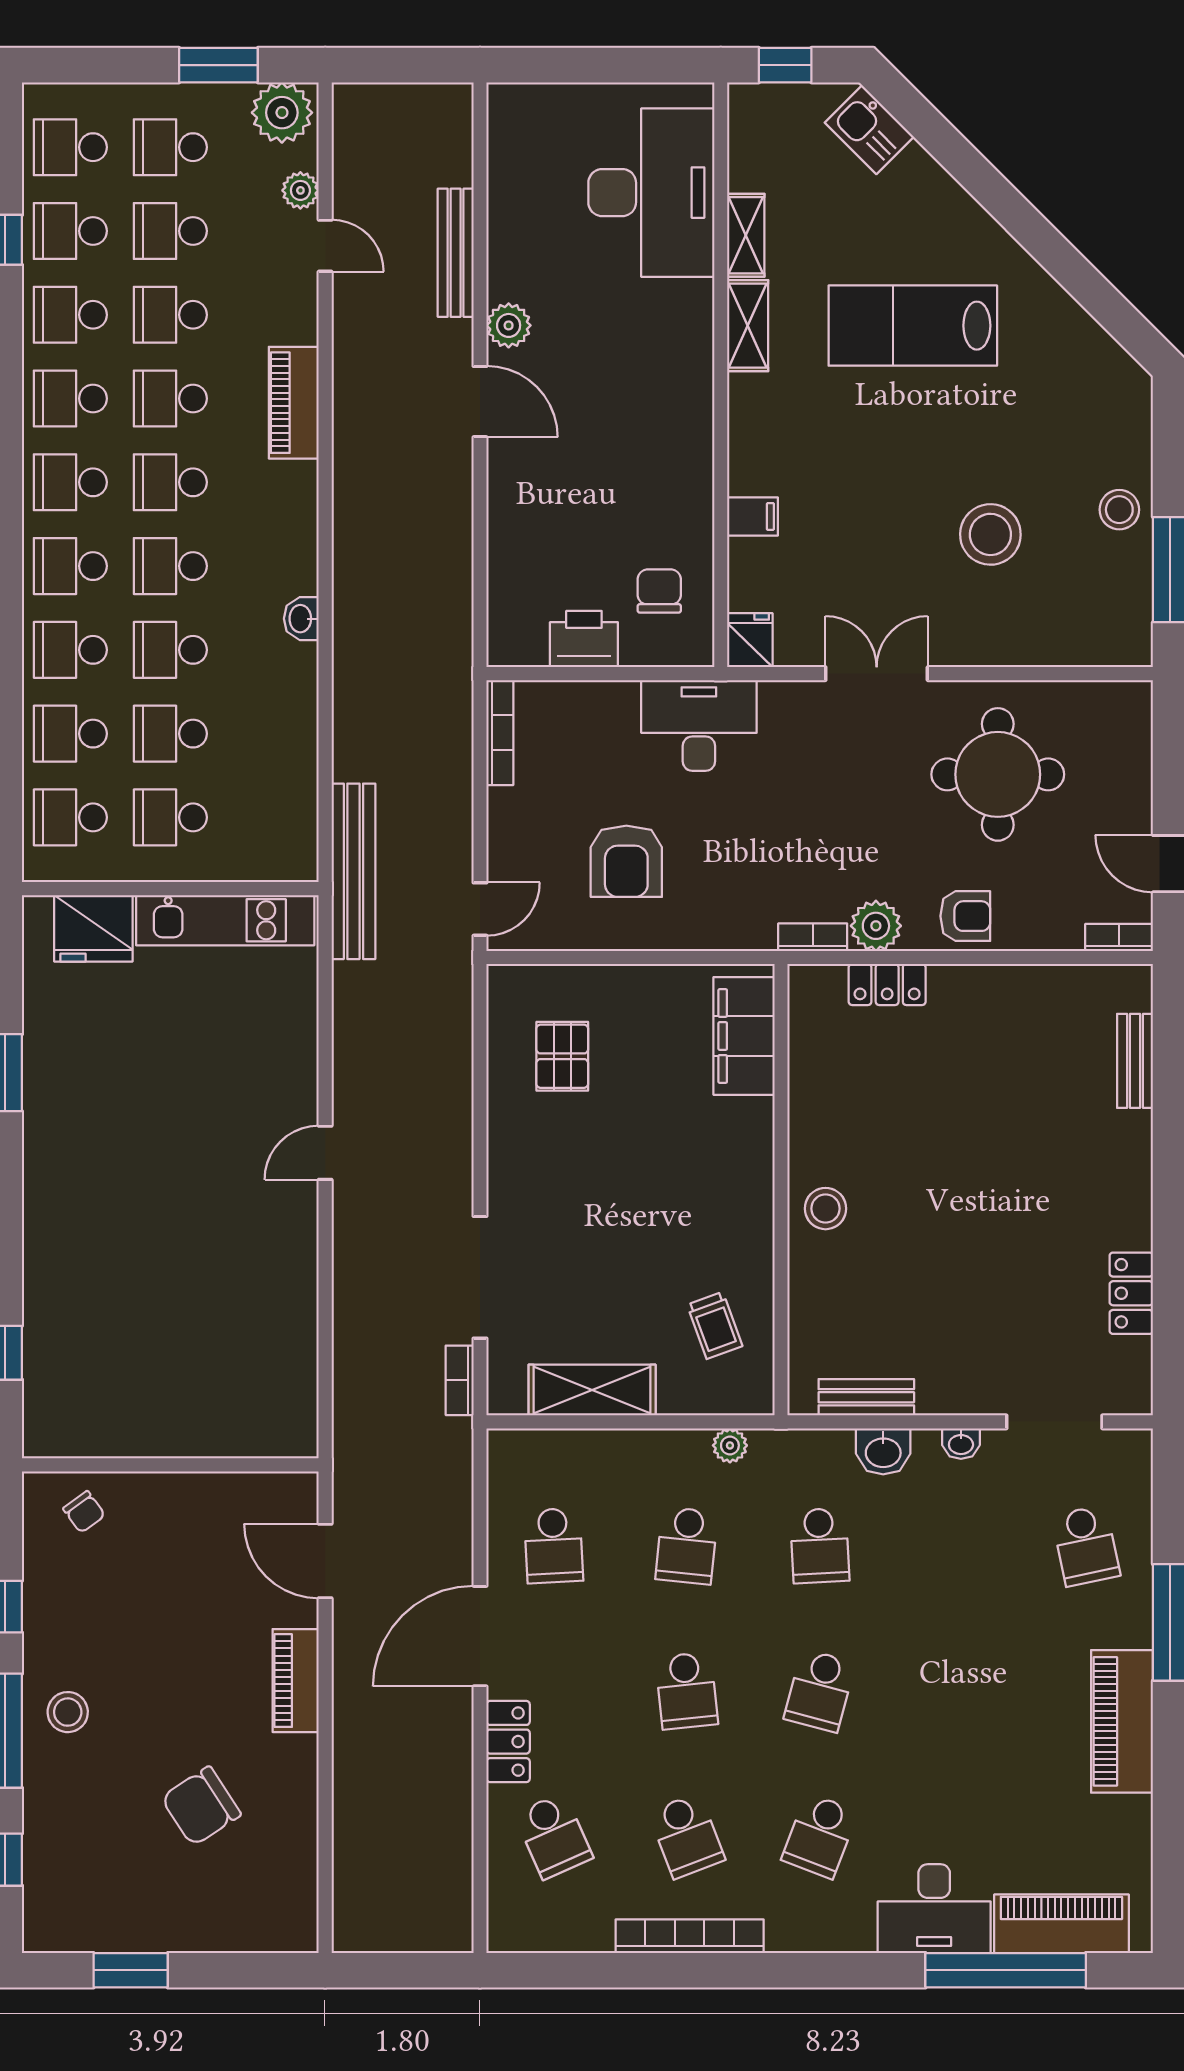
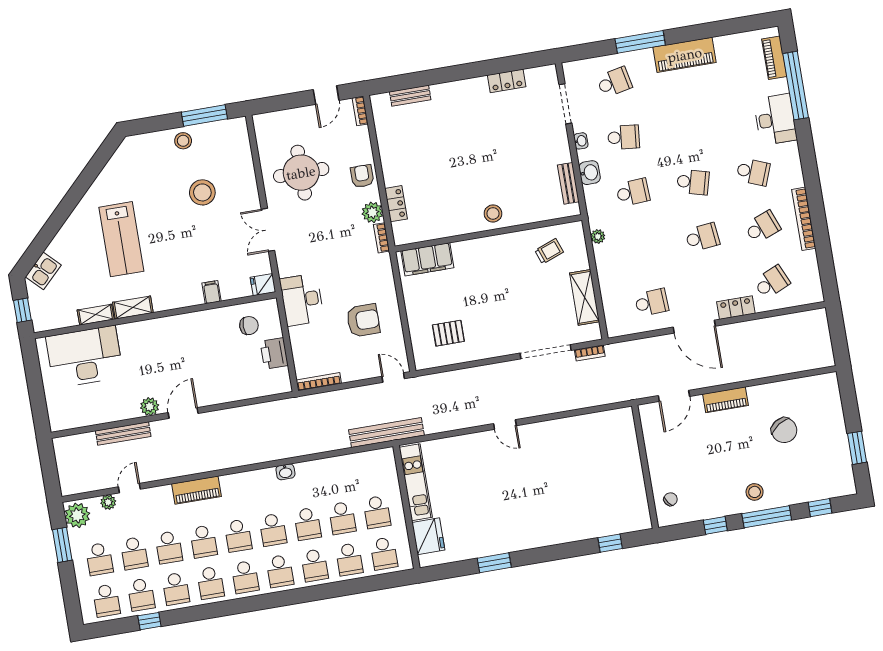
chair: (659, 591) -> (249, 326), turned 180
school desk: (687, 1546) -> (624, 137), moved
piano: (1061, 1924) -> (774, 58), width x0.73, depth x0.75

